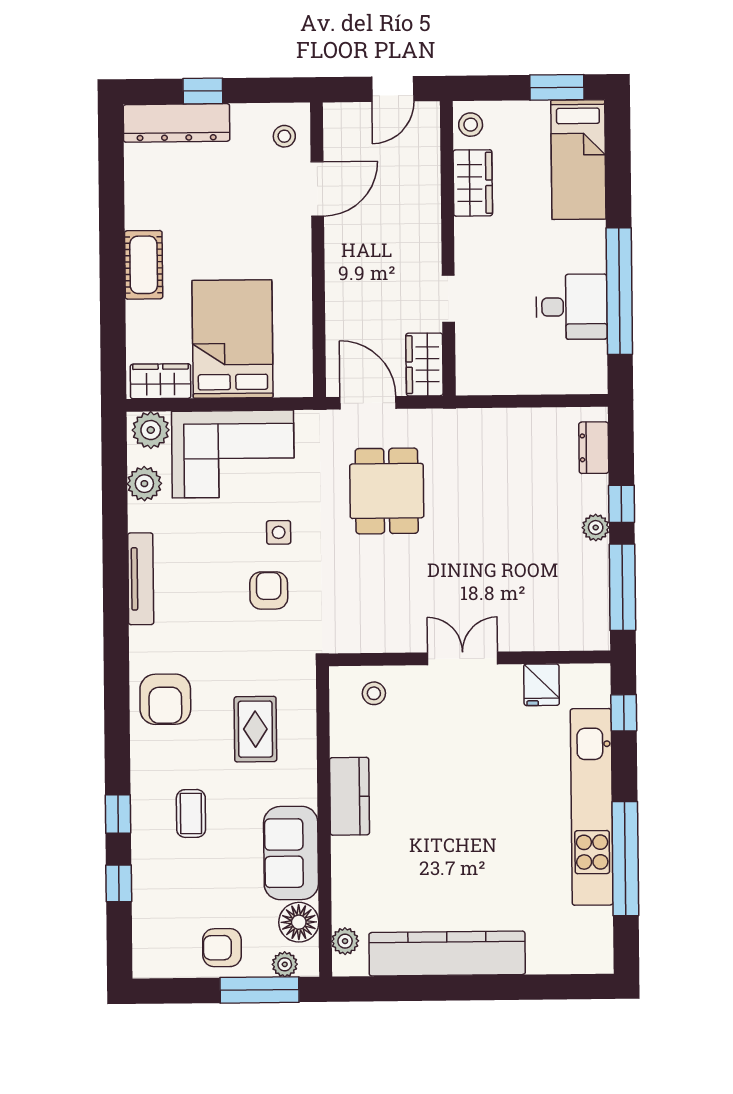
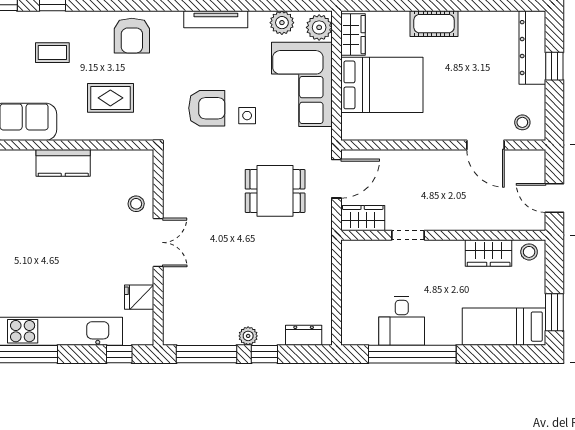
armchair: (269, 590) -> (207, 108), width x1.38, depth x1.38
stool: (374, 693) -> (136, 204), moved
armchair: (165, 699) -> (132, 36), turned -90

